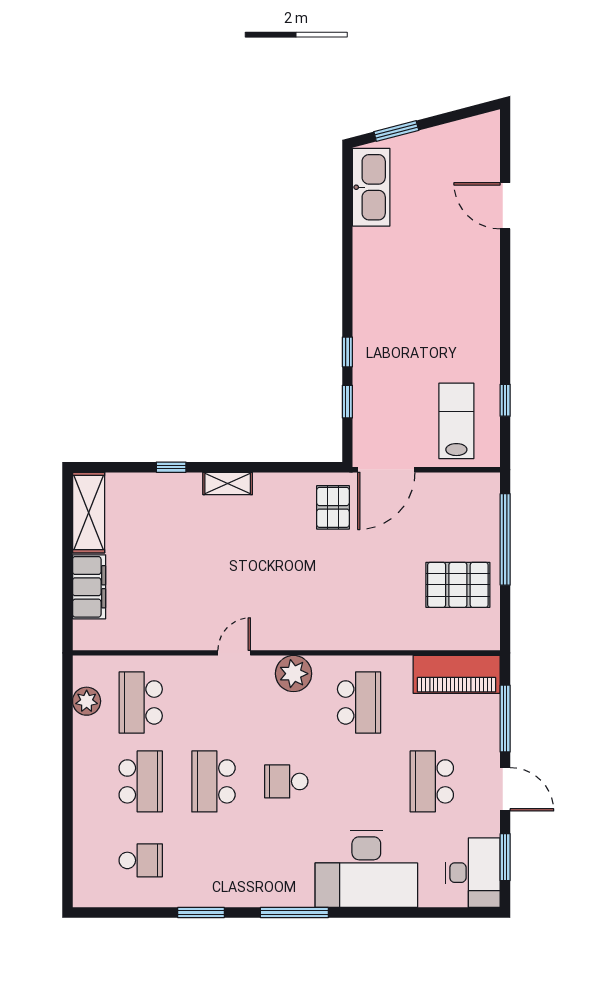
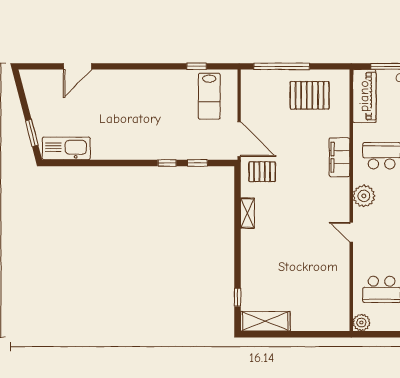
lab bench: (456, 421) -> (209, 96), turned -90
window: (171, 467) -> (238, 297), moved
shelving: (228, 483) -> (247, 213), moved
pallet: (458, 585) -> (310, 95), turned 90
filing cabinet: (89, 587) -> (340, 157), moved, turned -90
plant: (87, 701) -> (361, 323), moved

